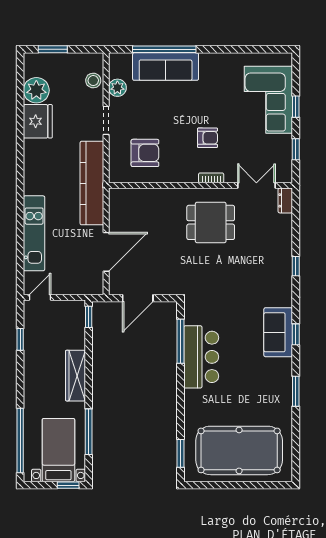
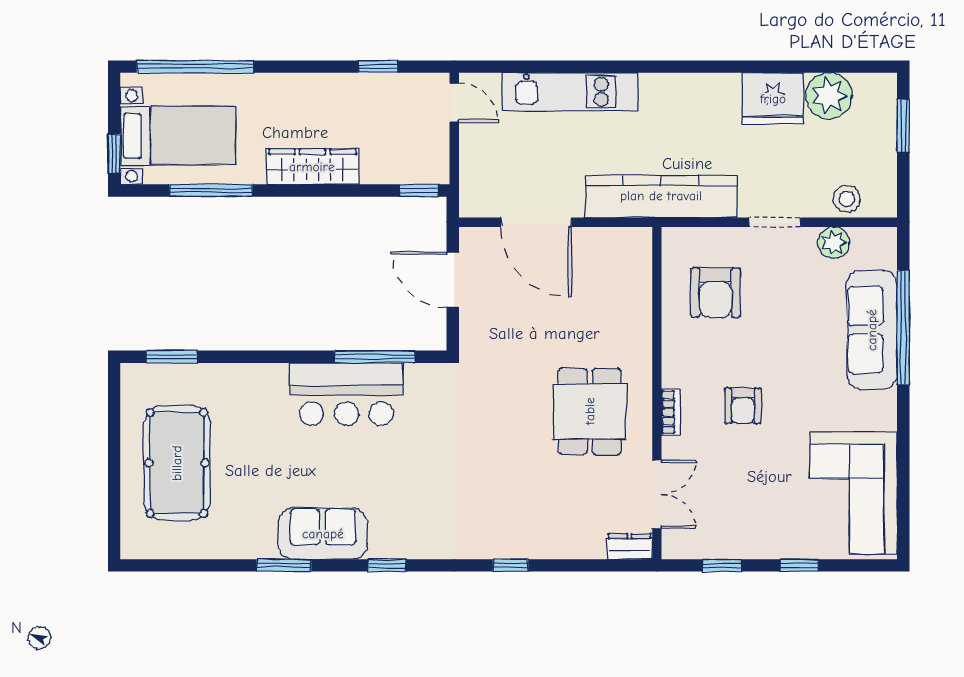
corner sofa: (268, 100) -> (854, 493), moved, turned -90
sofa: (278, 332) -> (323, 534), moved
pool table: (239, 450) -> (177, 463), width x0.73, depth x0.76

